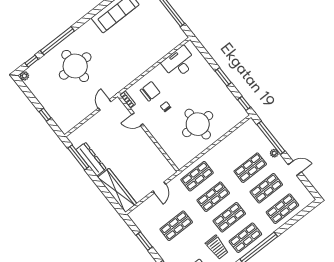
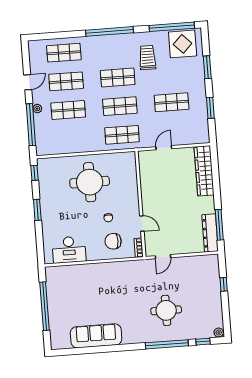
round table: (75, 66) -> (166, 310), width x0.73, depth x0.73
dresser: (91, 159) -> (210, 233), moved
door: (295, 168) -> (28, 82), swing flipped
shop shelf: (245, 238) -> (116, 49), removed

